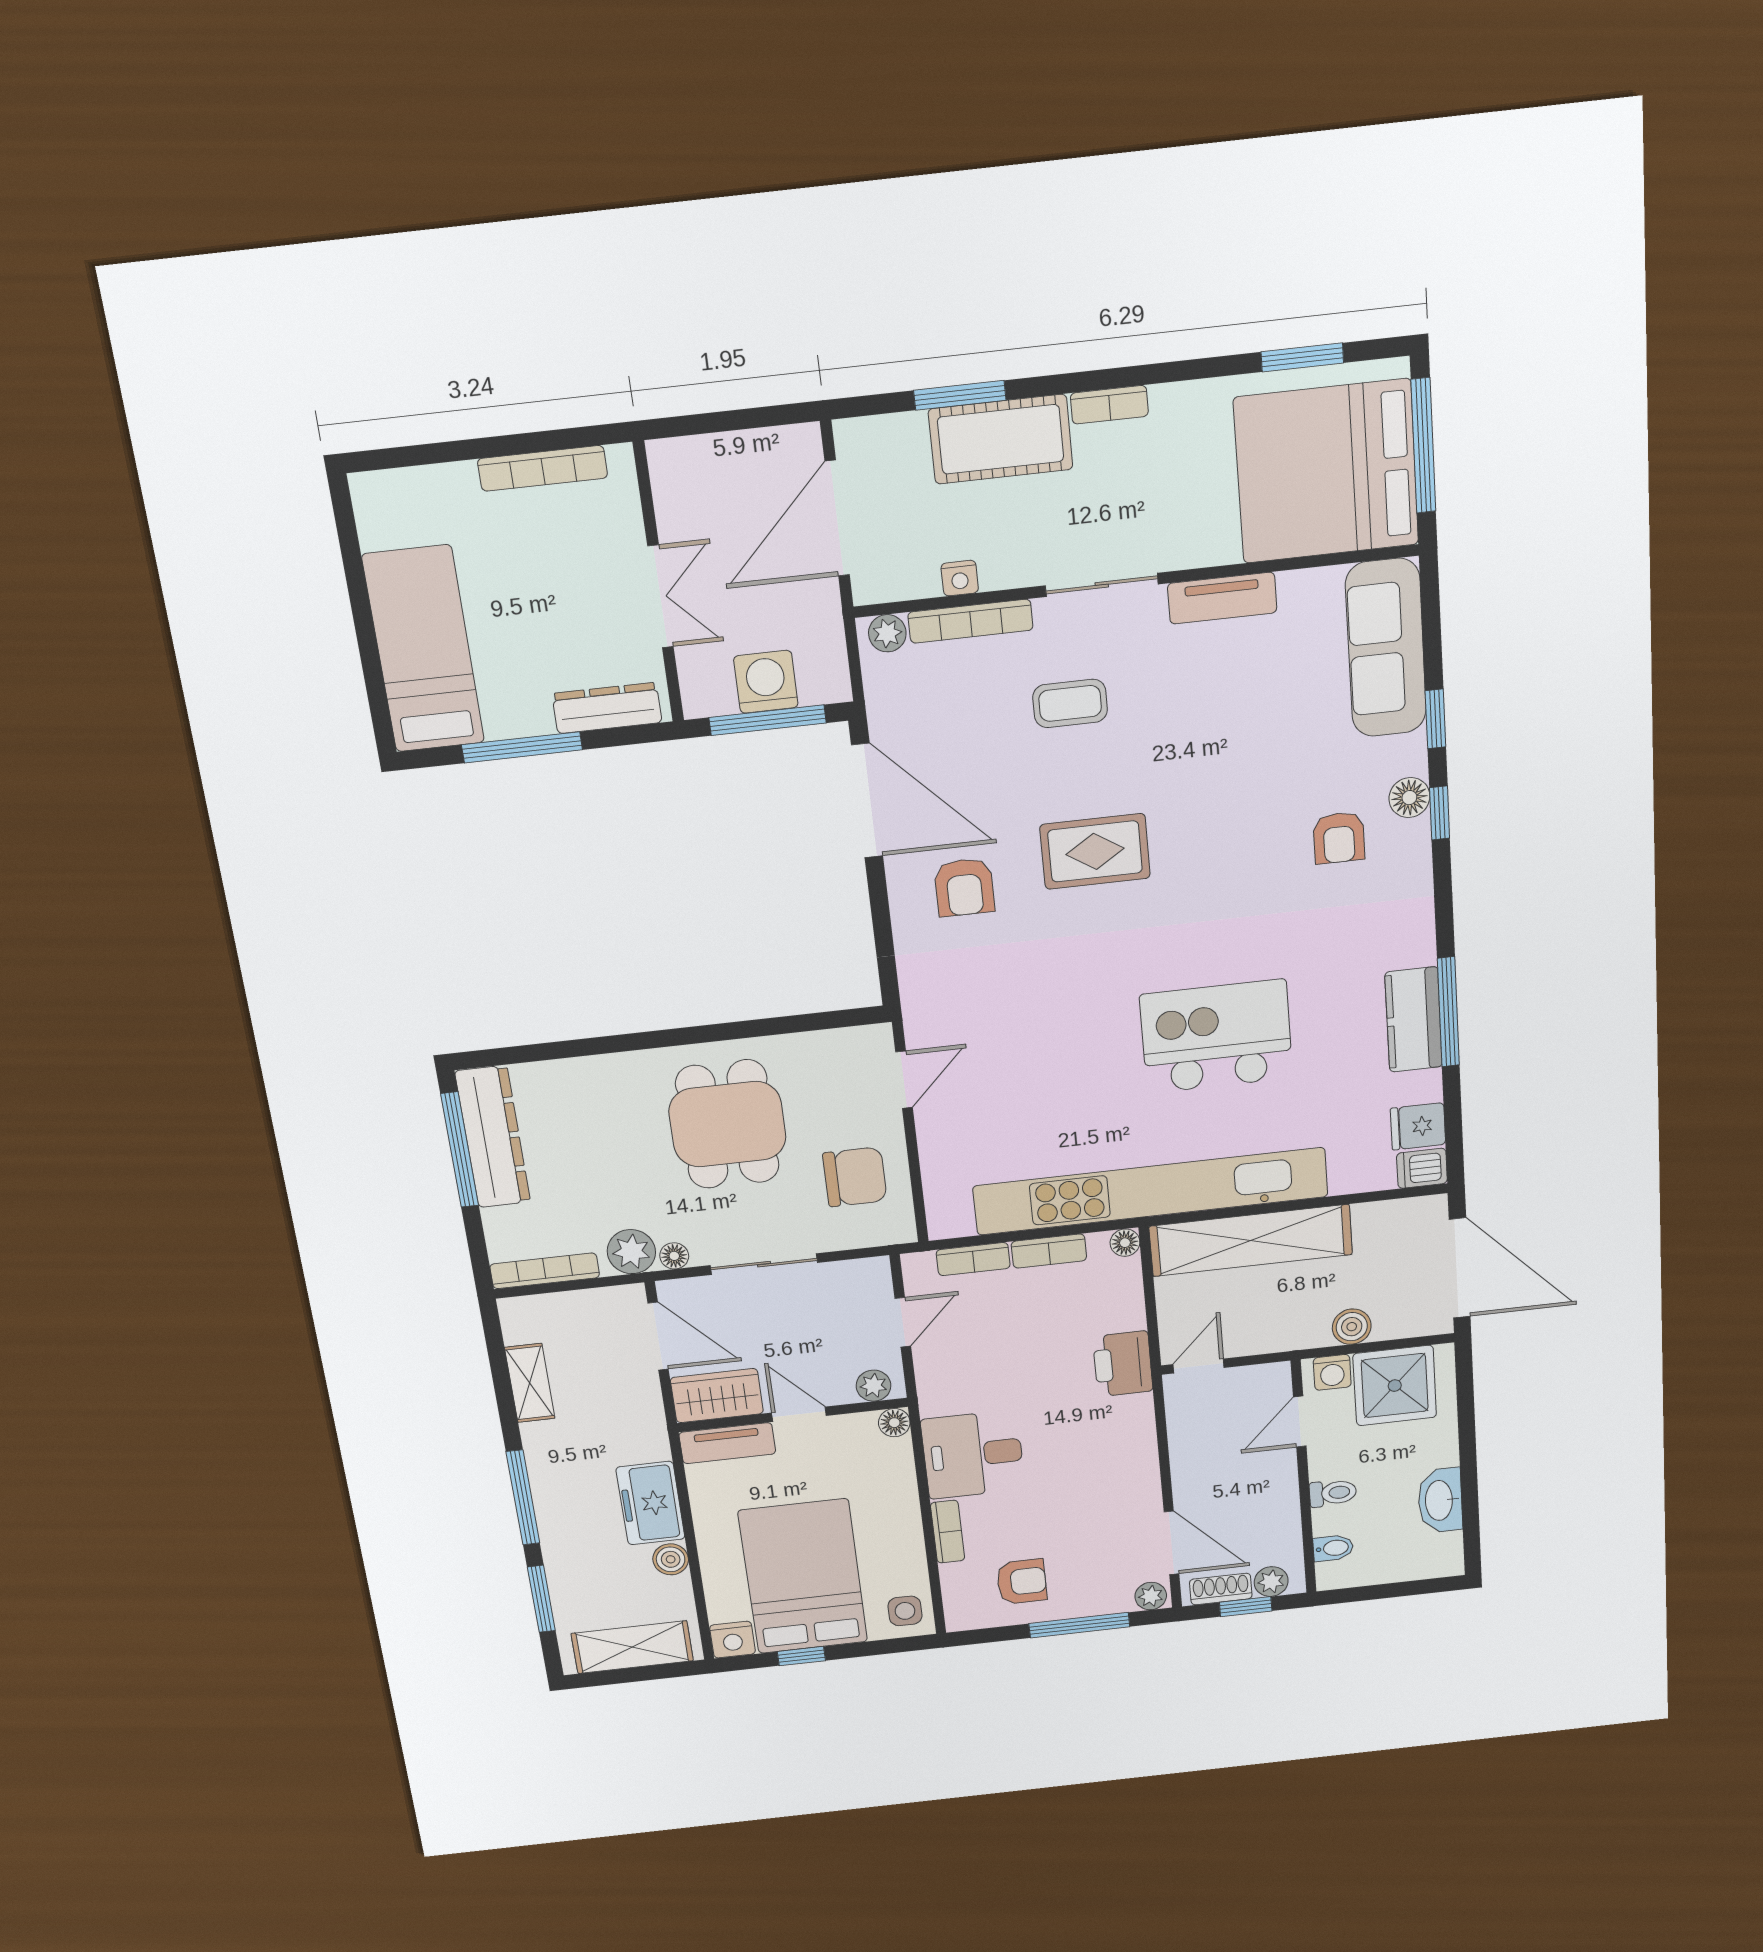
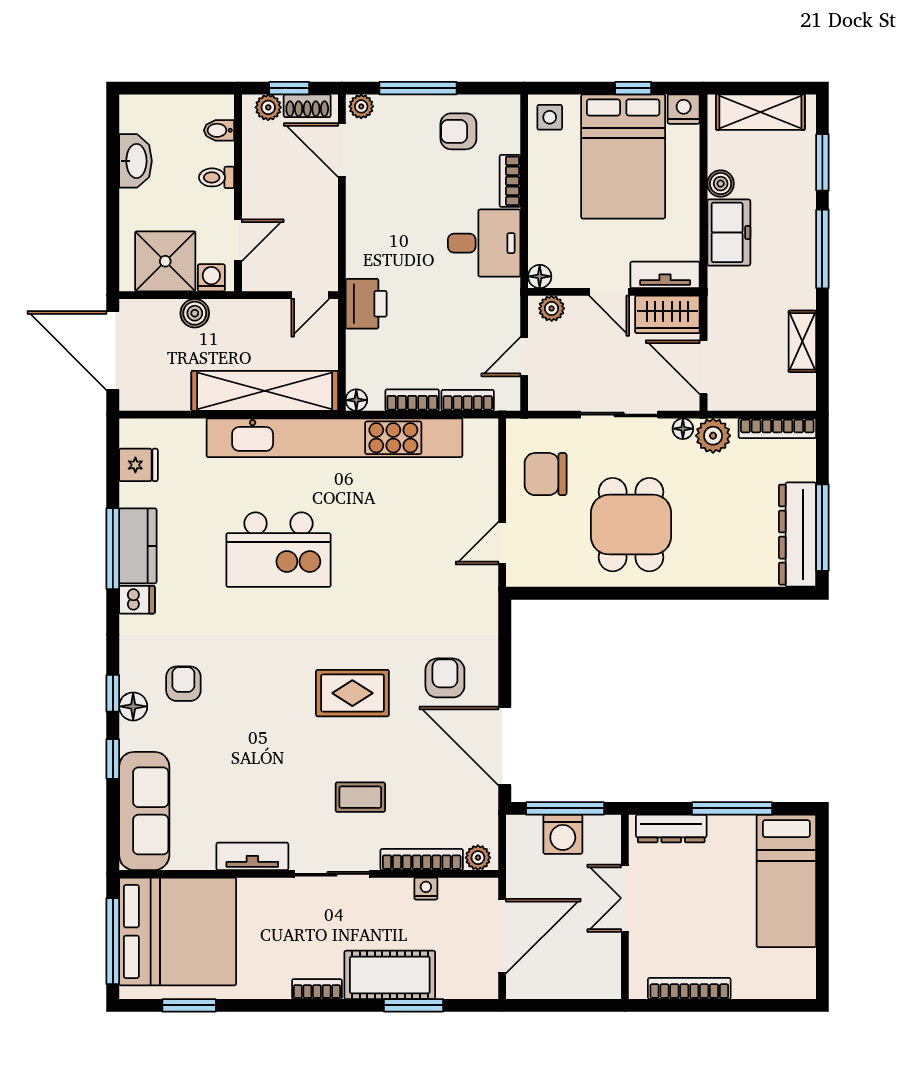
dishwasher: (1422, 1168) -> (137, 600), moved

